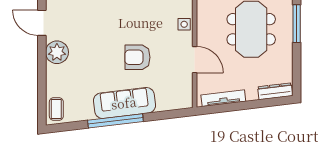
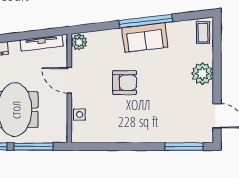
plant: (57, 52) -> (202, 74), moved
plant: (185, 99) -> (79, 42), added
sofa: (124, 103) -> (145, 37), width x0.73

